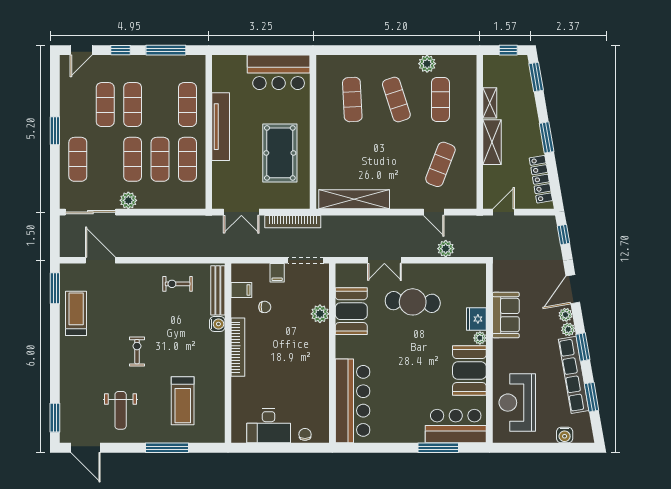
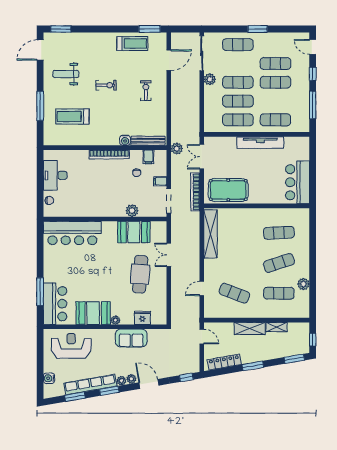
pool table: (280, 153) -> (228, 190), moved
plant: (446, 249) -> (177, 149), moved
exercise bike: (178, 284) -> (146, 91), moved
fridge: (476, 319) -> (142, 318), moved

